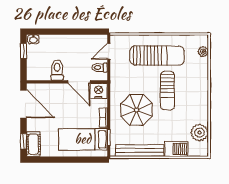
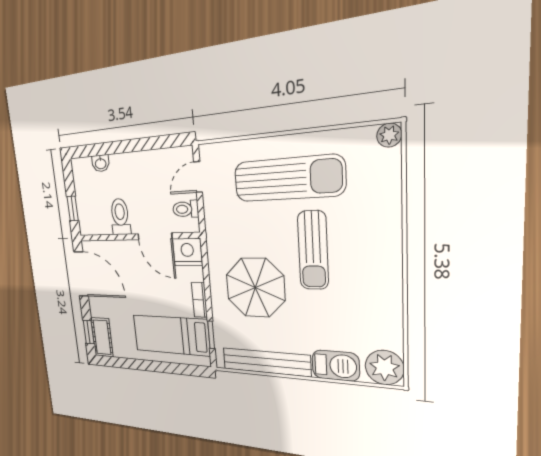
washbasin: (33, 39) -> (101, 163), moved
window: (24, 51) -> (73, 209), moved
plant: (203, 52) -> (389, 135), moved
plant: (200, 133) -> (384, 367), moved

